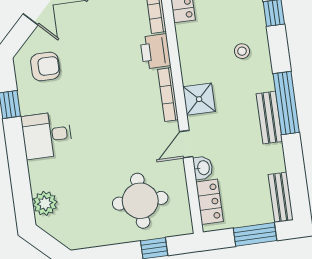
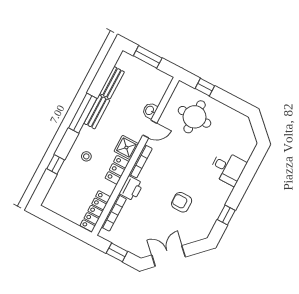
armchair: (45, 66) -> (182, 202), moved
desk: (47, 135) -> (228, 168), moved
bench: (281, 197) -> (112, 83), moved
locker: (210, 202) -> (117, 170), moved
plant: (45, 203) -> (245, 151), removed

